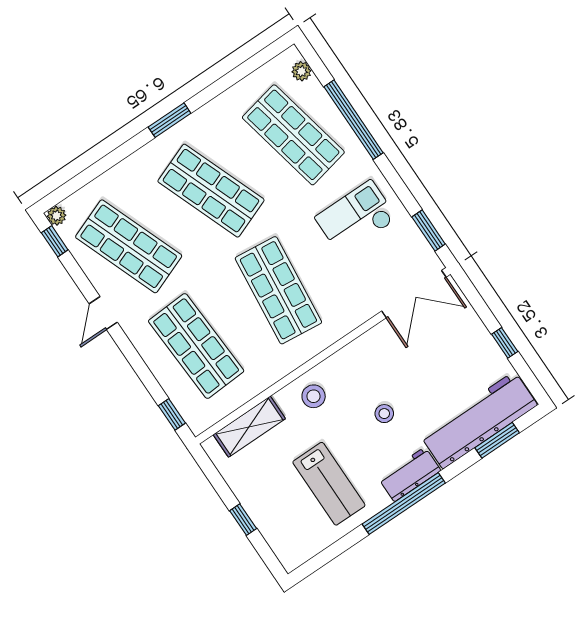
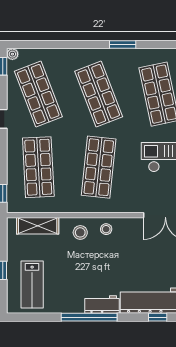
window: (170, 120) -> (123, 44), moved
stool: (384, 414) -> (106, 229), moved
window: (497, 440) -> (158, 317), width x0.67
lab bench: (329, 484) -> (32, 285), moved

